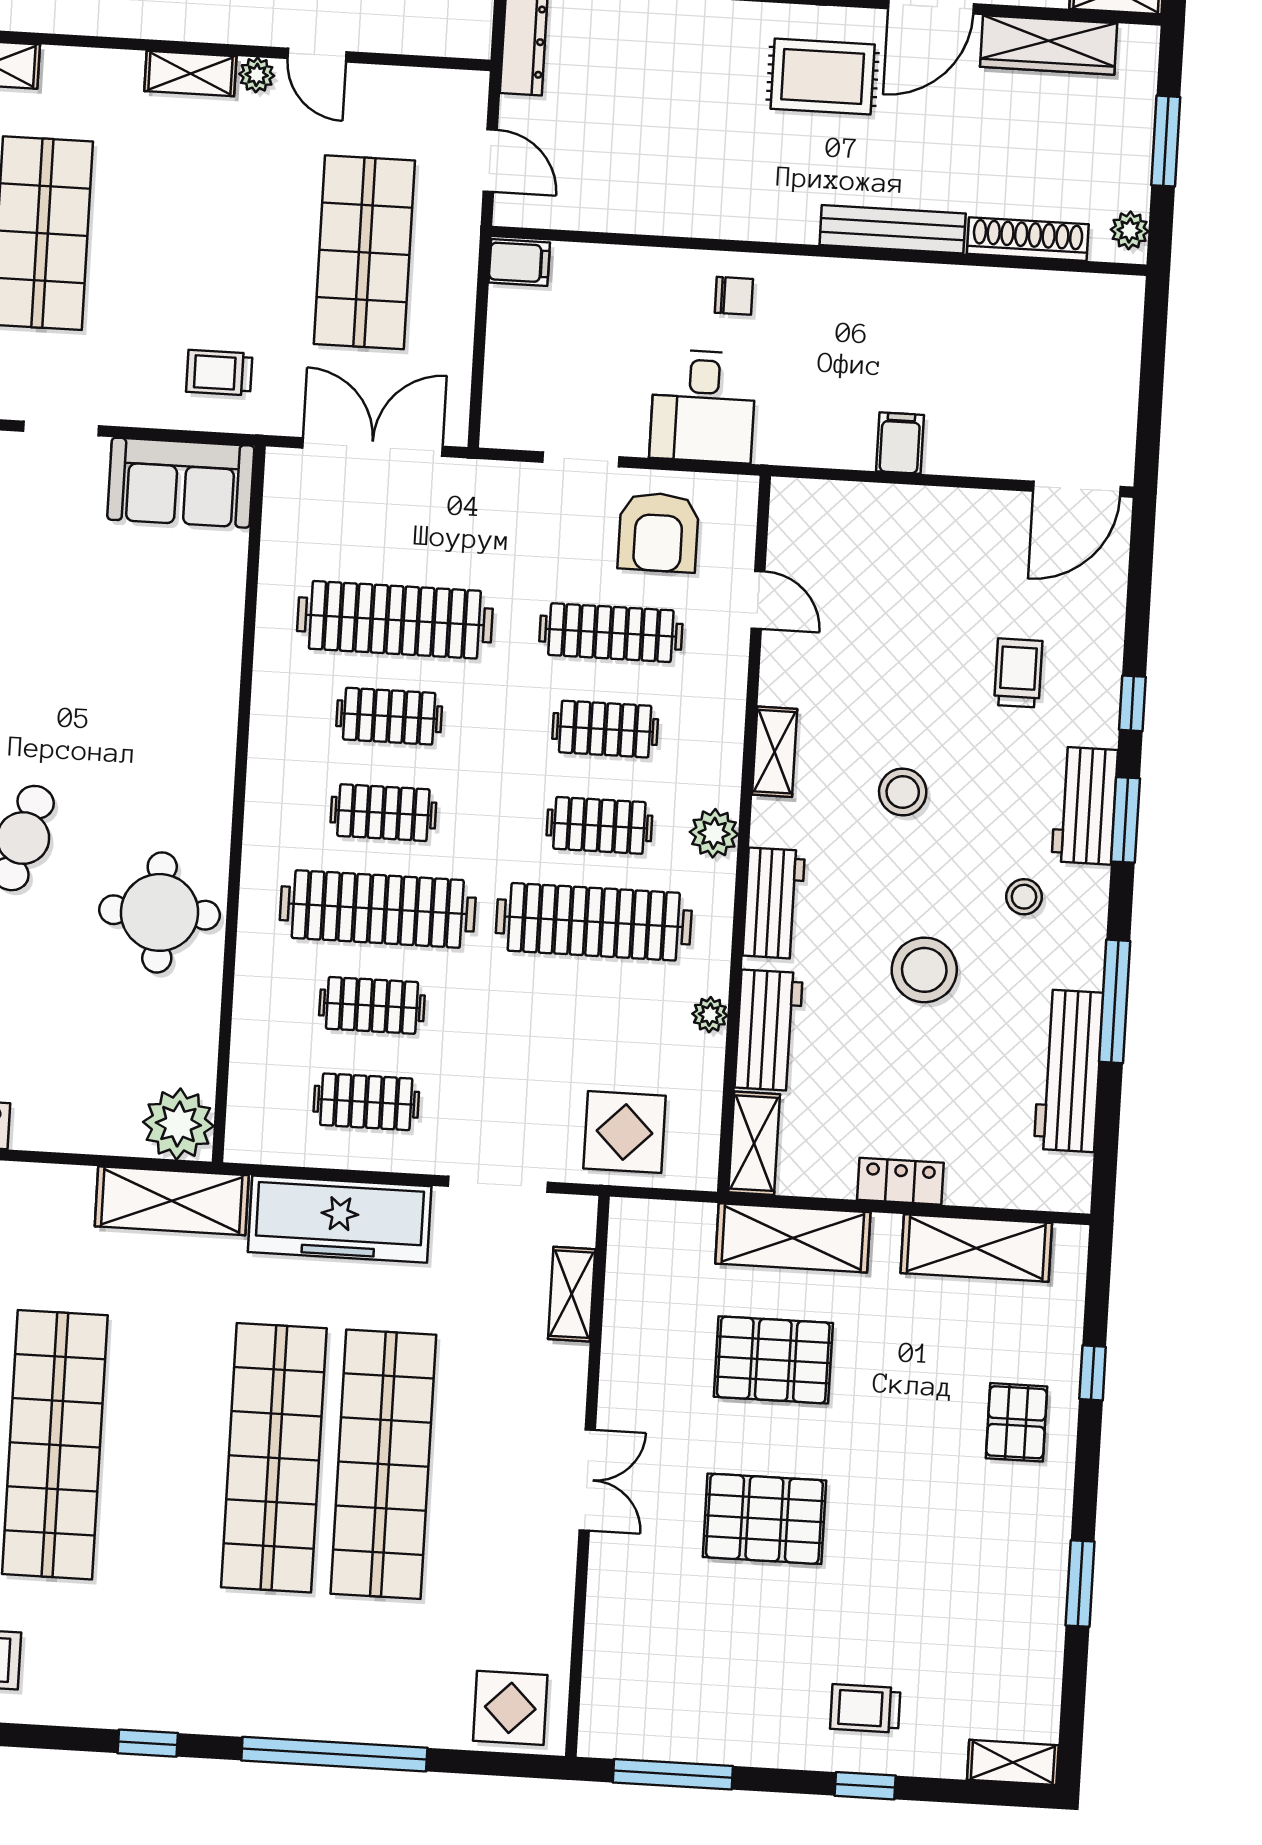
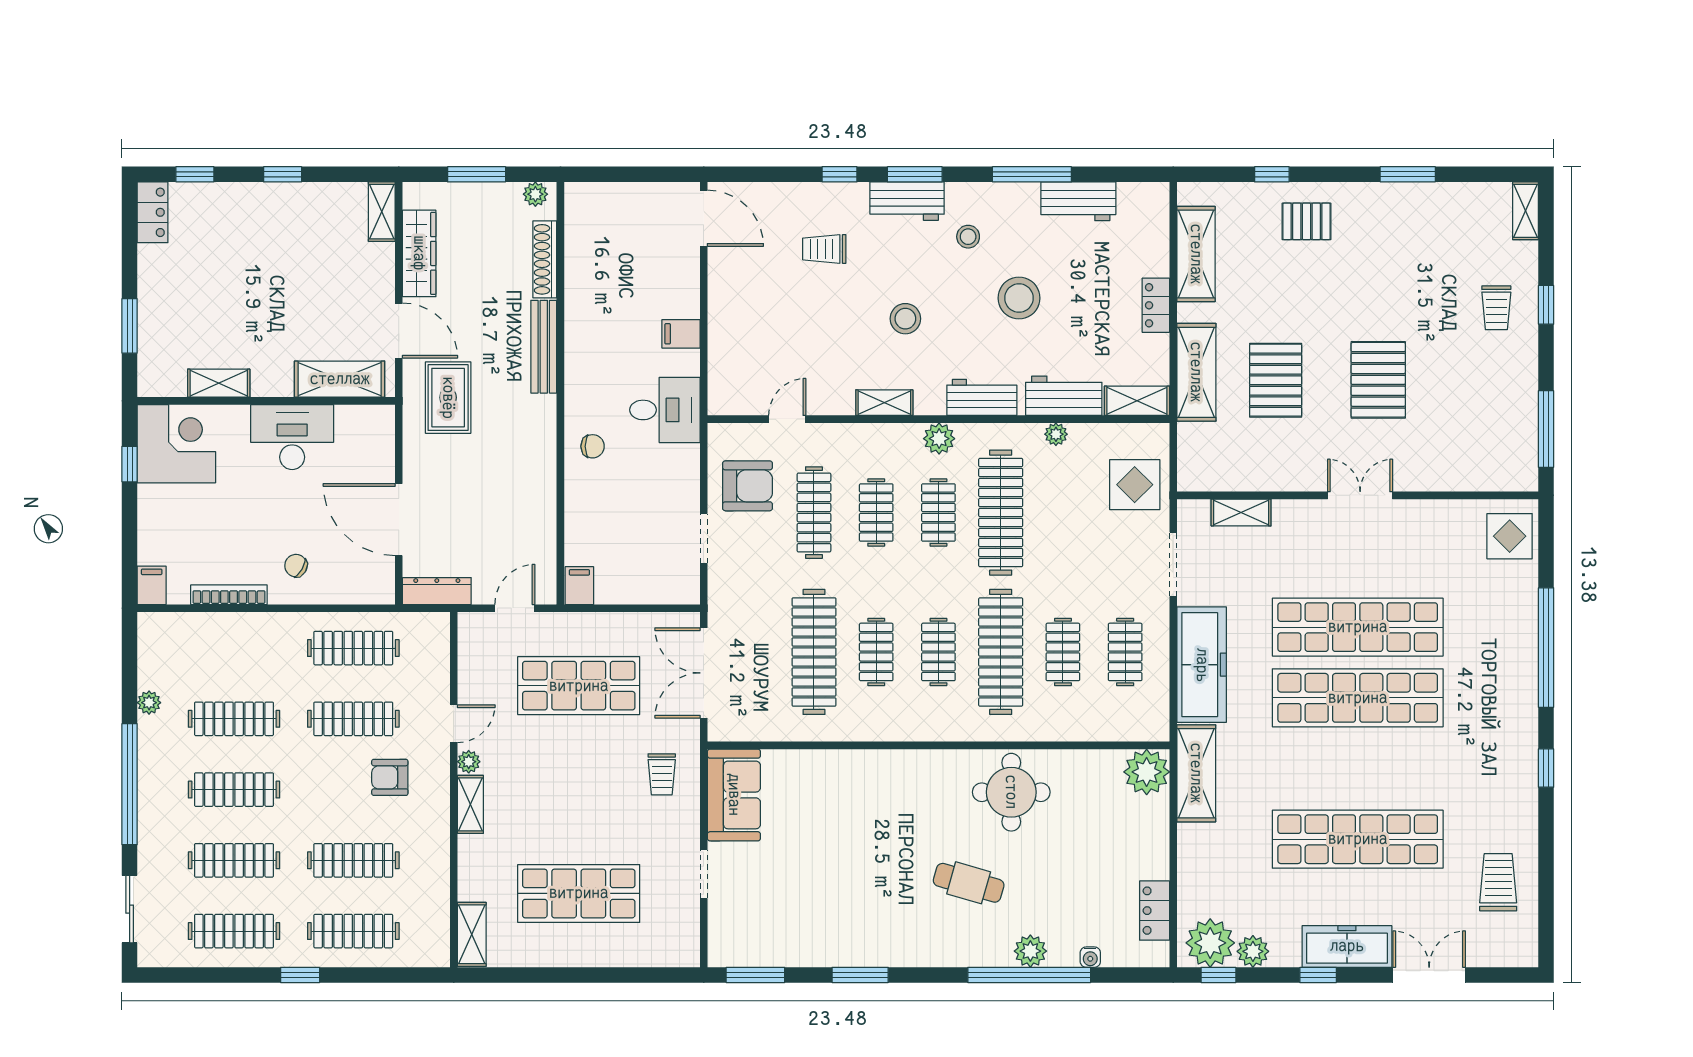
chair: (734, 296) -> (593, 446), turned 90
desk: (703, 406) -> (665, 410), moved
workbench: (1069, 1071) -> (1078, 201), width x0.73

